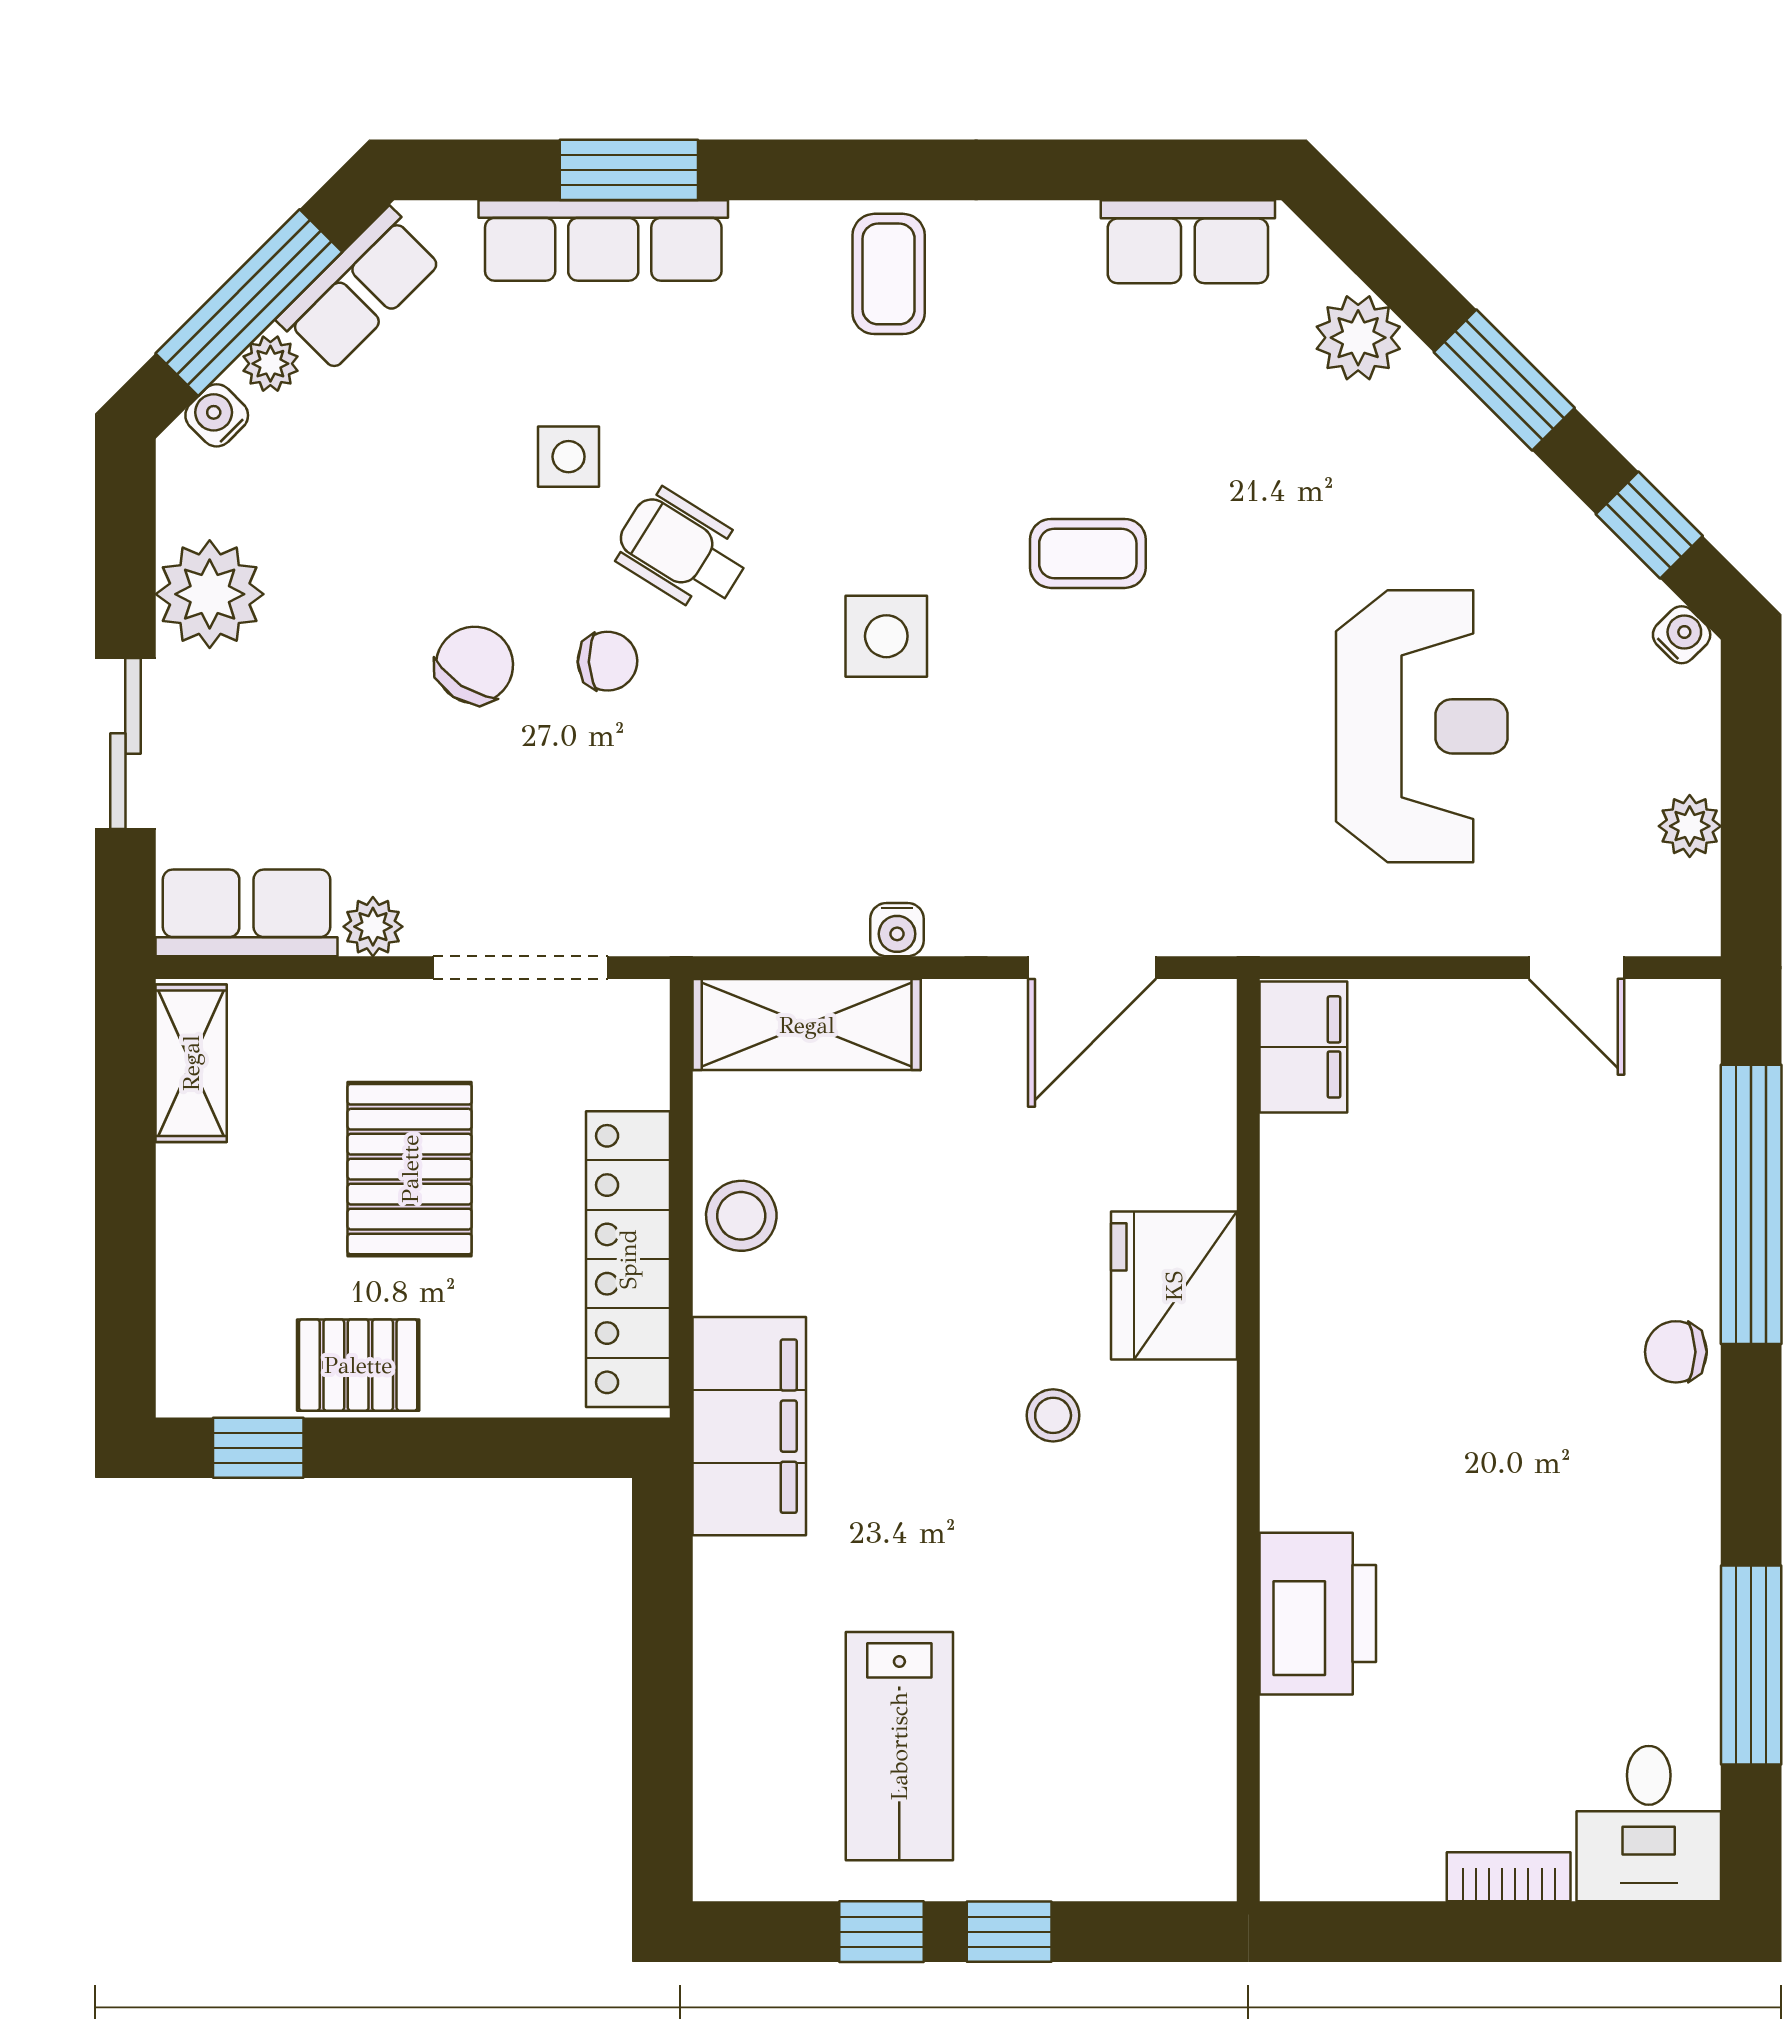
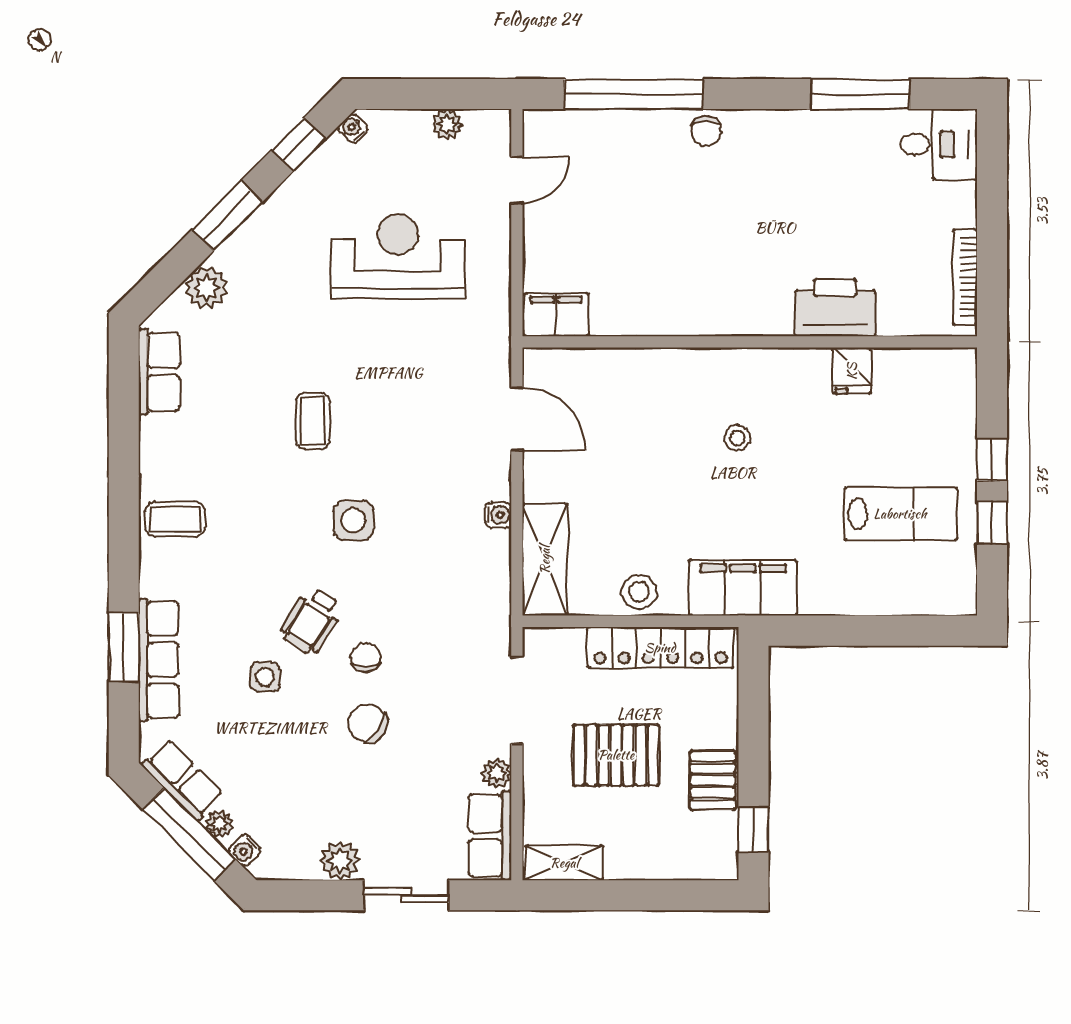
plant: (210, 594) -> (340, 861), width x0.73, depth x0.73
fridge: (1174, 1286) -> (852, 371), moved, width x0.53, depth x0.75
bookcase: (1509, 1877) -> (965, 277), moved, width x1.56

